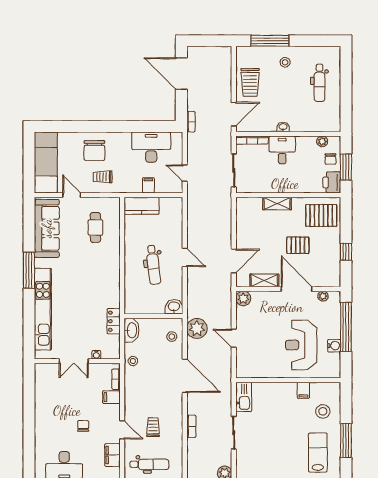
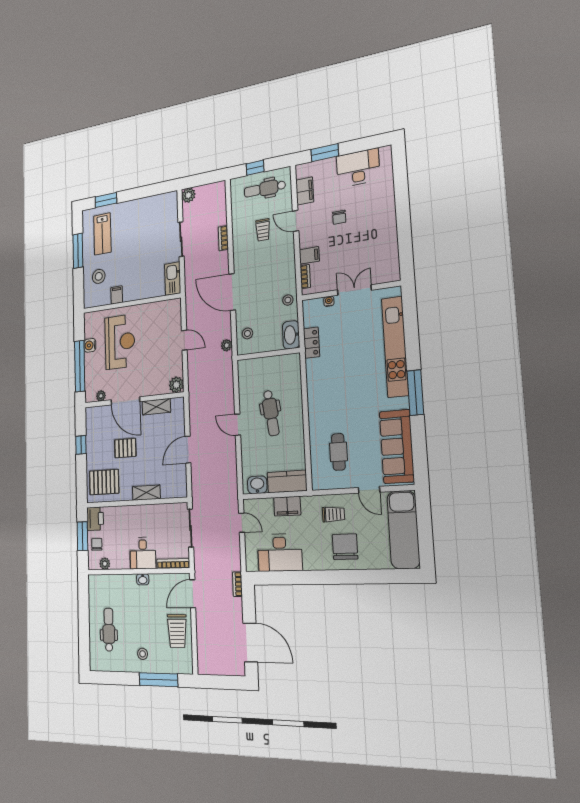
trolley: (250, 82) -> (177, 631), turned 180
filing cabinet: (148, 185) -> (287, 506), width x2.00
door: (234, 261) -> (188, 450), moved
dental chair: (153, 265) -> (271, 413), turned 180
washbasin: (174, 307) -> (257, 485), moved, turned 180
plant: (197, 328) -> (227, 345), width x0.53, depth x0.53

